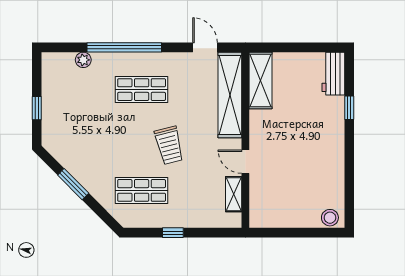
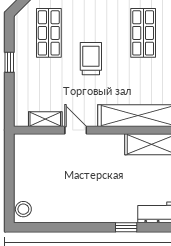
trolley: (169, 145) -> (91, 59), turned 104
door: (245, 162) -> (76, 130), hinge flipped

